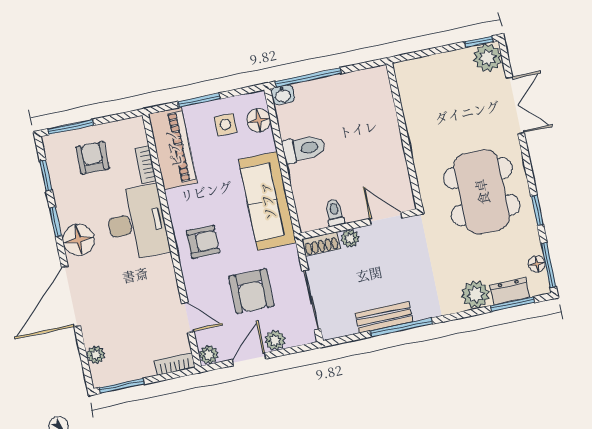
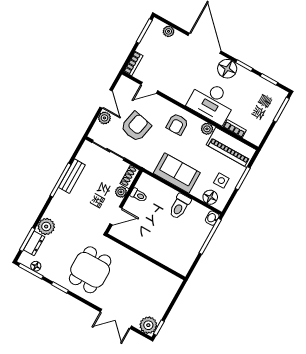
armchair: (93, 158) -> (259, 108), removed
dining table: (482, 192) -> (90, 270), width x0.73
sofa: (267, 201) -> (177, 173), width x0.73
armchair: (251, 291) -> (136, 127), turned 102
plant: (209, 355) -> (207, 129), moved

